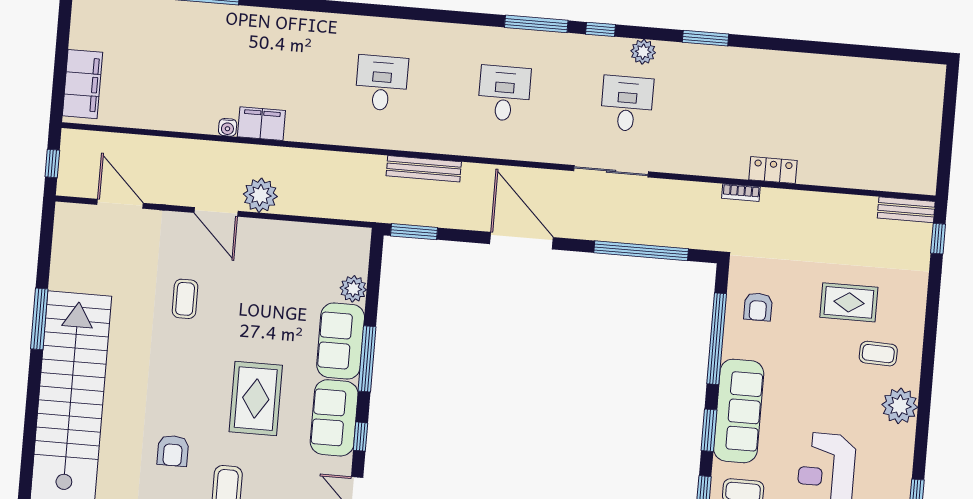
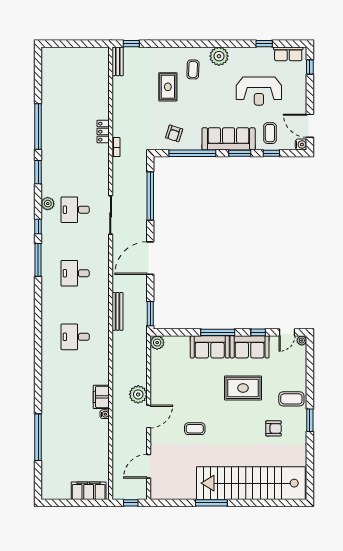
window: (793, 46) -> (38, 127), added
plant: (353, 289) -> (157, 343), moved
armchair: (758, 307) -> (174, 133), turned 108

